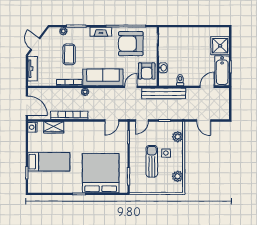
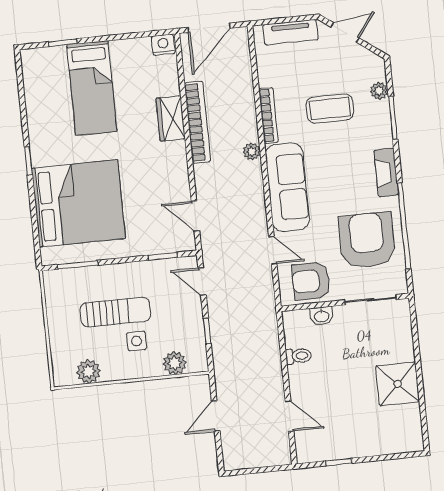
shower: (220, 46) -> (398, 384), moved
bathtub: (222, 71) -> (328, 445), removed
bench: (164, 93) -> (266, 323), removed
wardrobe: (54, 127) -> (171, 118), moved

